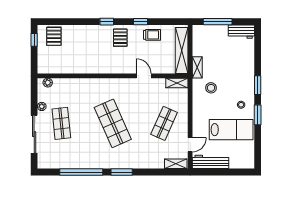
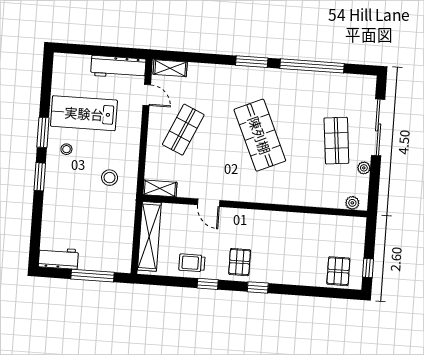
shelving: (197, 67) -> (128, 210), removed
door: (190, 145) -> (147, 95), swing flipped

